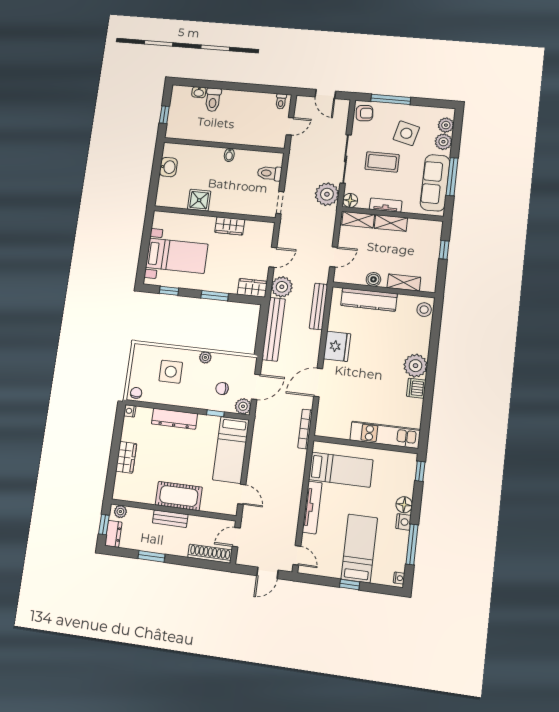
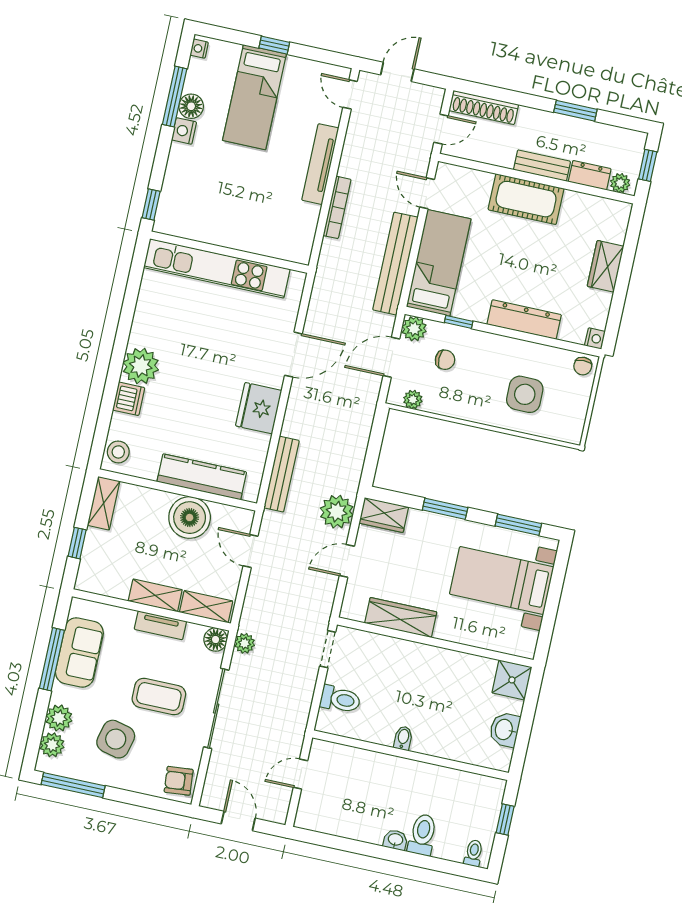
washbasin: (199, 92) -> (395, 840), moved
window: (391, 99) -> (73, 785), moved
toilet: (281, 101) -> (474, 853), moved
sofa: (435, 183) -> (79, 652), width x0.73
plant: (327, 194) -> (245, 643), width x0.53, depth x0.53
shower: (199, 200) -> (512, 680), moved
wardrobe: (230, 226) -> (401, 617), width x1.50
door: (334, 257) -> (250, 551), hinge flipped
boiler: (373, 279) -> (190, 518), width x1.86, depth x1.86
shelving: (404, 283) -> (104, 503), moved, turned 90
window: (169, 291) -> (518, 525), width x1.50
bench: (274, 329) -> (395, 264), moved
plant: (205, 357) -> (413, 400), moved
dishwasher: (416, 388) -> (129, 399), moved
bookcase: (305, 429) -> (337, 207), moved
kitchen unit: (385, 435) -> (217, 268), width x1.36
bed: (341, 470) -> (271, 217), removed
floor lamp: (404, 505) -> (191, 106), moved
dresser: (113, 534) -> (590, 175), moved, turned 90

